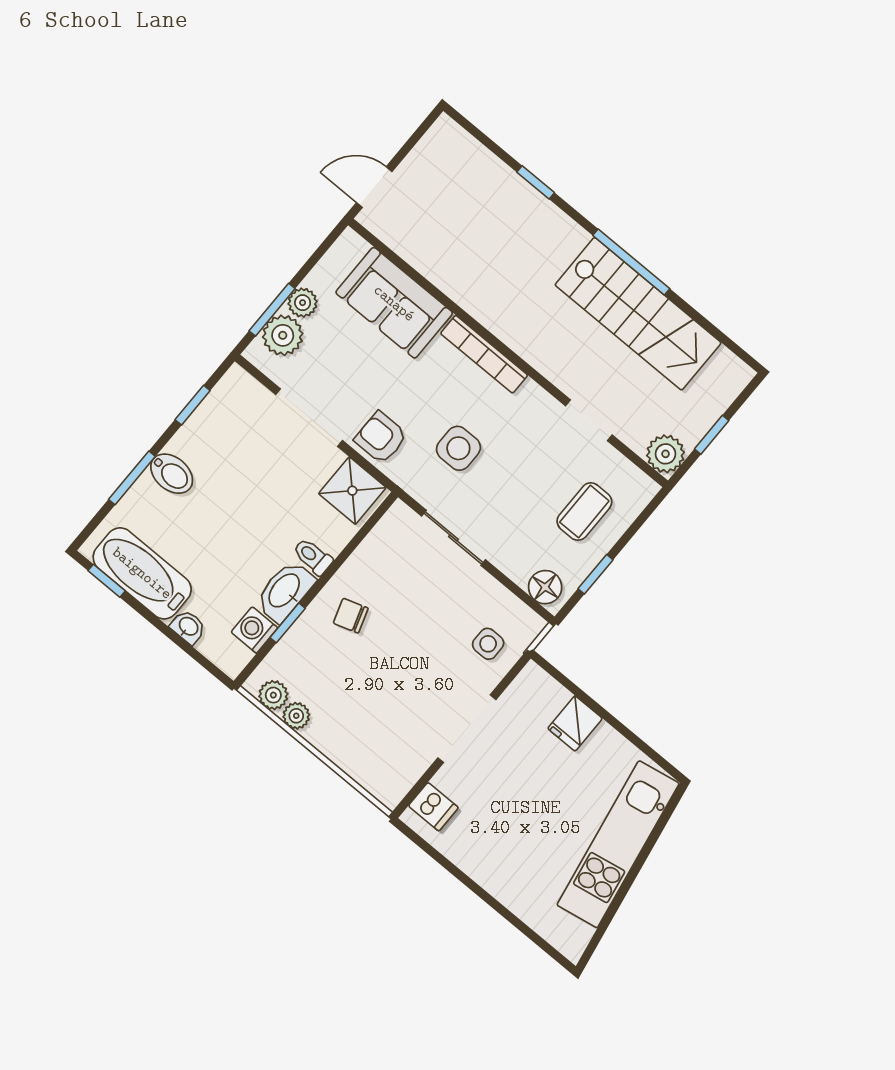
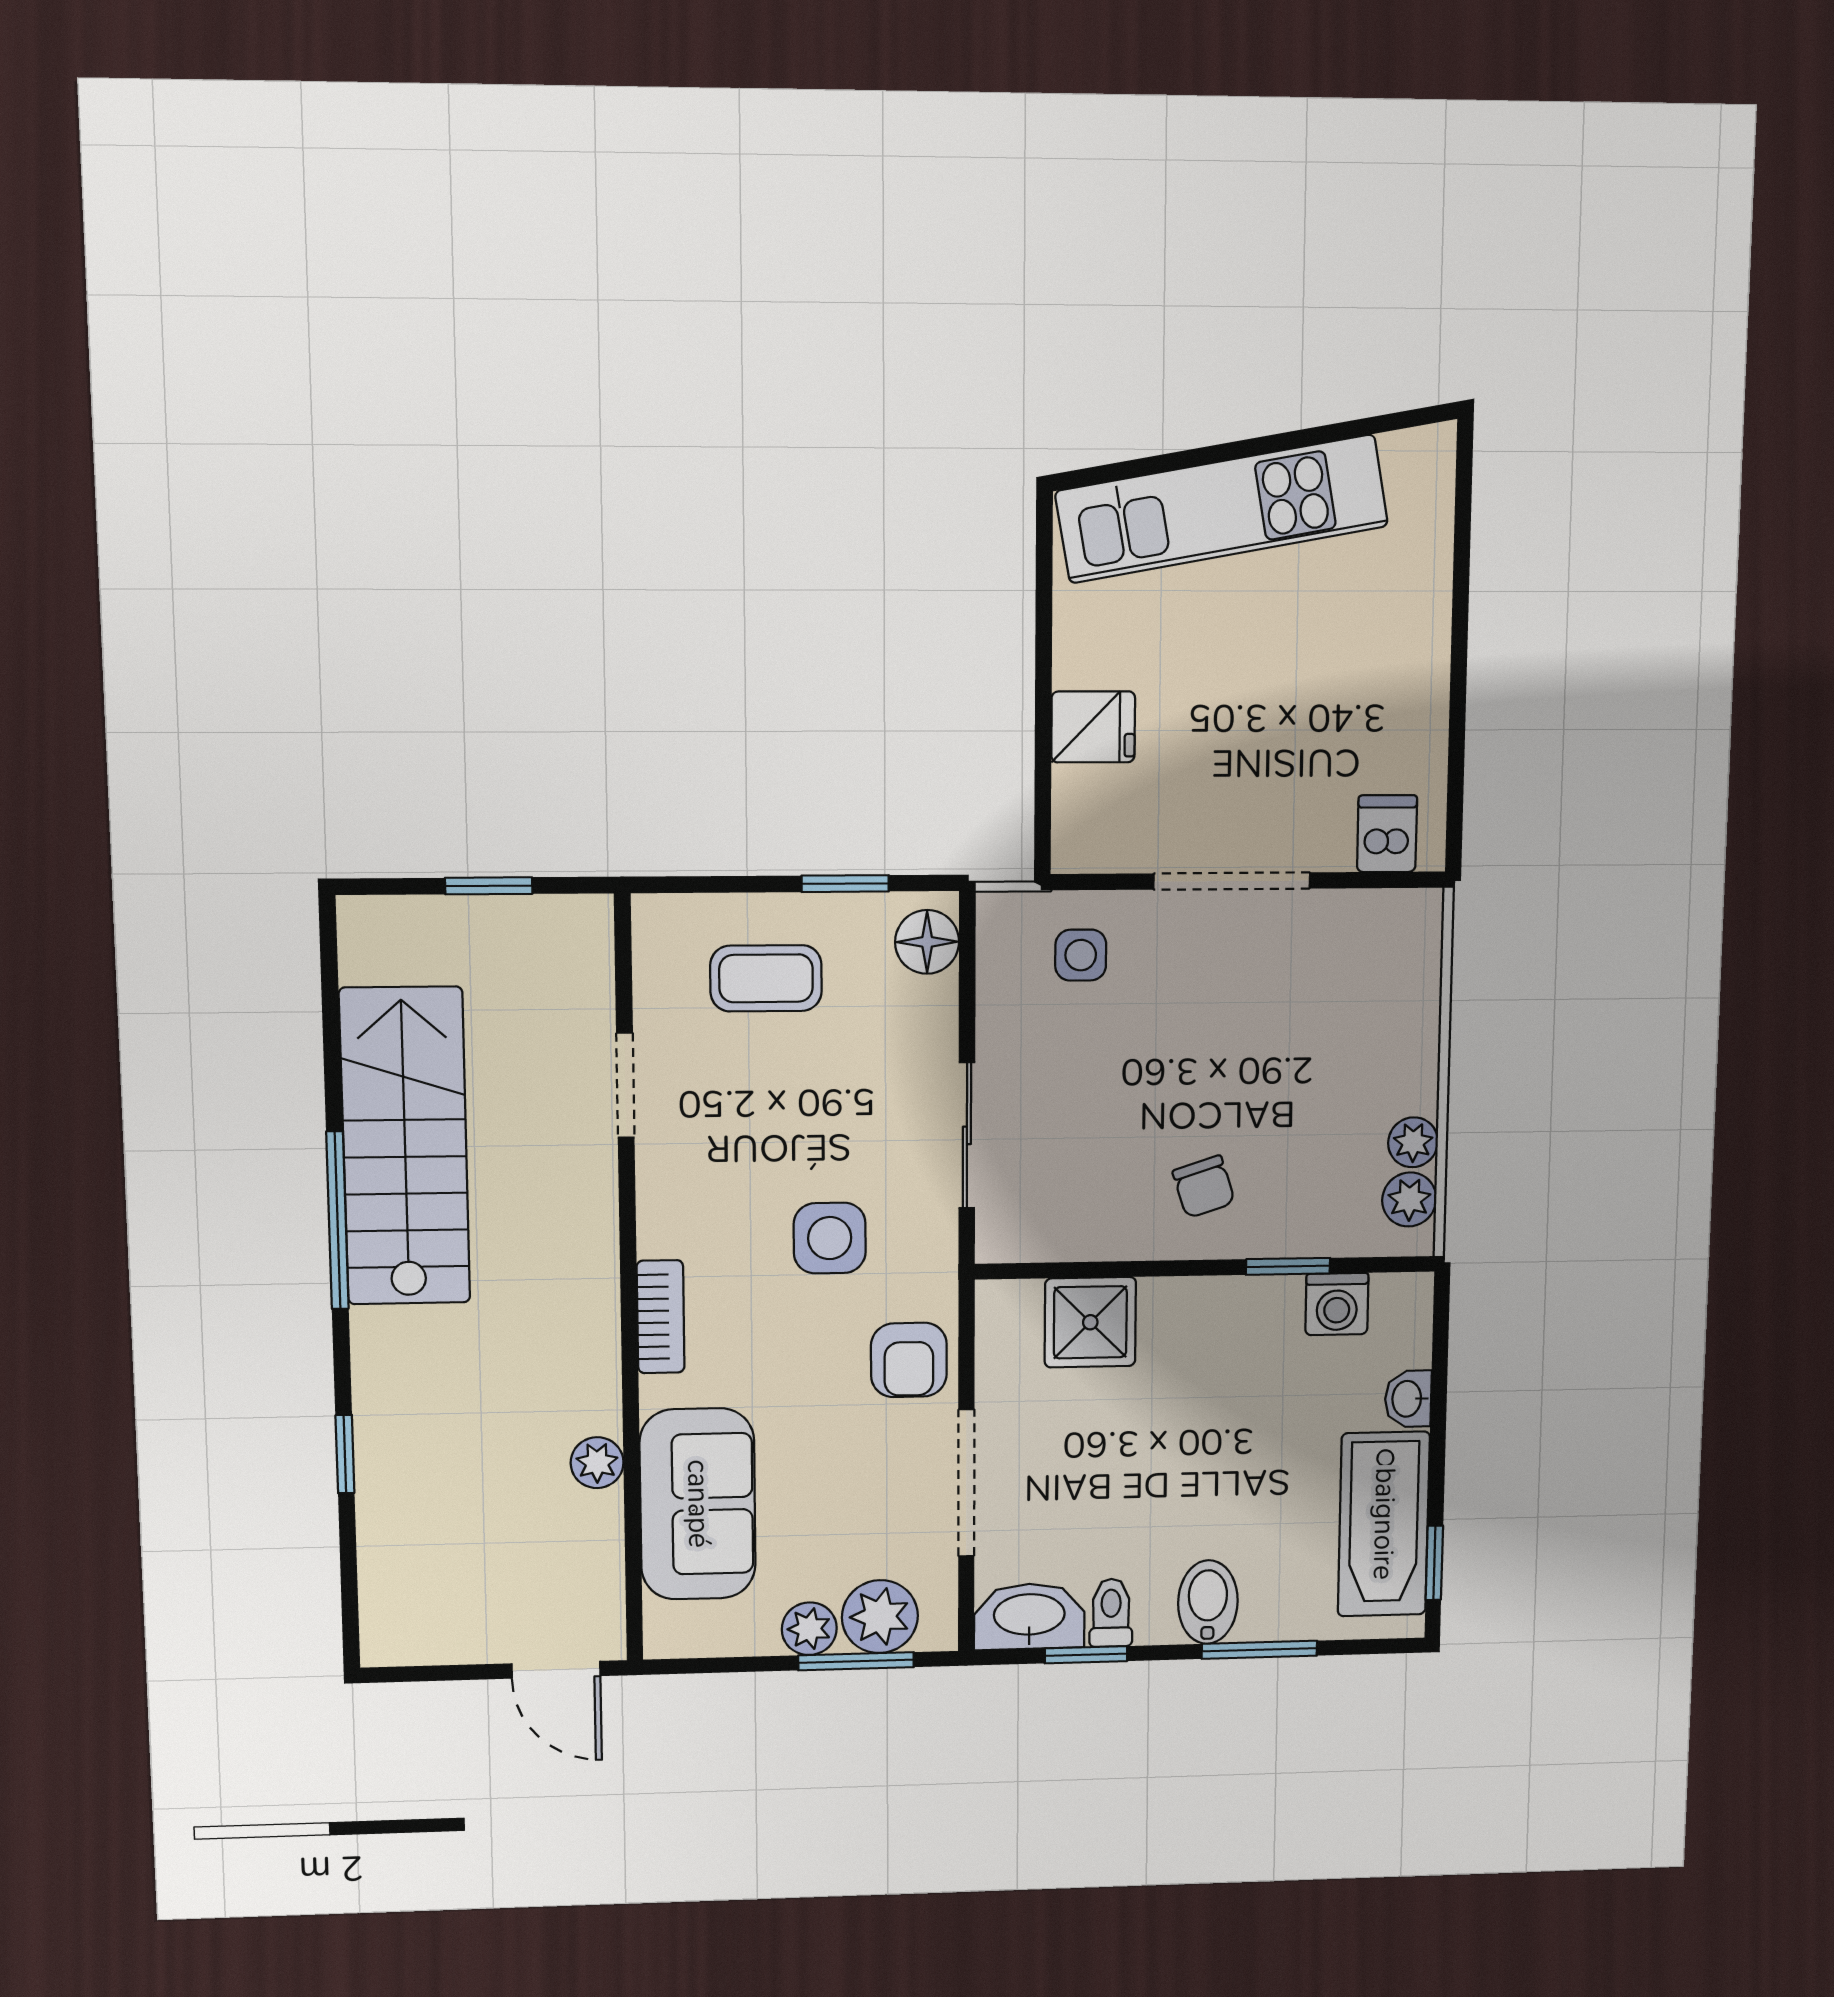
bookcase: (484, 354) -> (661, 1317), width x0.64
plant: (666, 454) -> (597, 1463), moved, width x0.73, depth x0.73
shower: (352, 491) -> (1090, 1322), moved
toilet: (313, 557) -> (1111, 1613), moved, turned 180
washbasin: (285, 591) -> (1029, 1616), moved, turned 180

